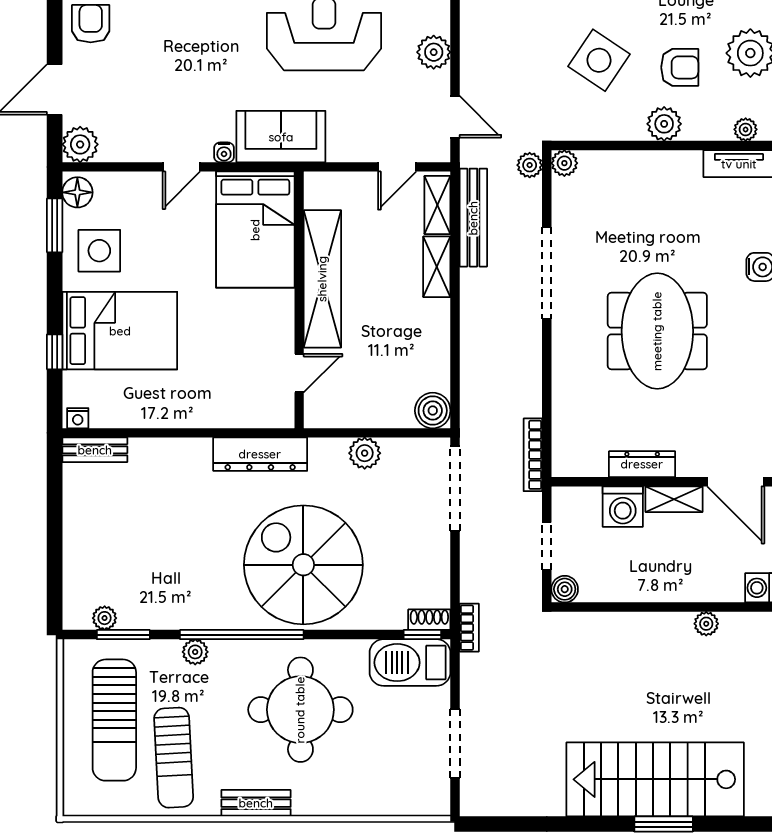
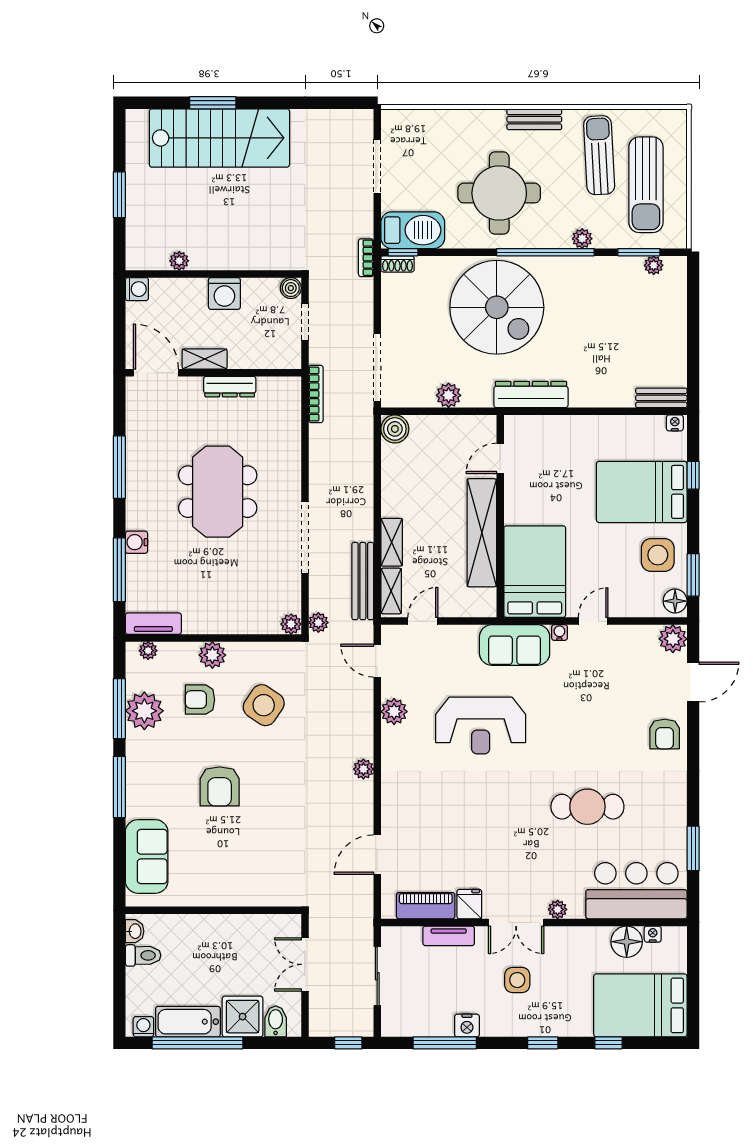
washing machine: (623, 507) -> (224, 293), moved, turned 180
sun lounger: (114, 720) -> (646, 185), turned 180

